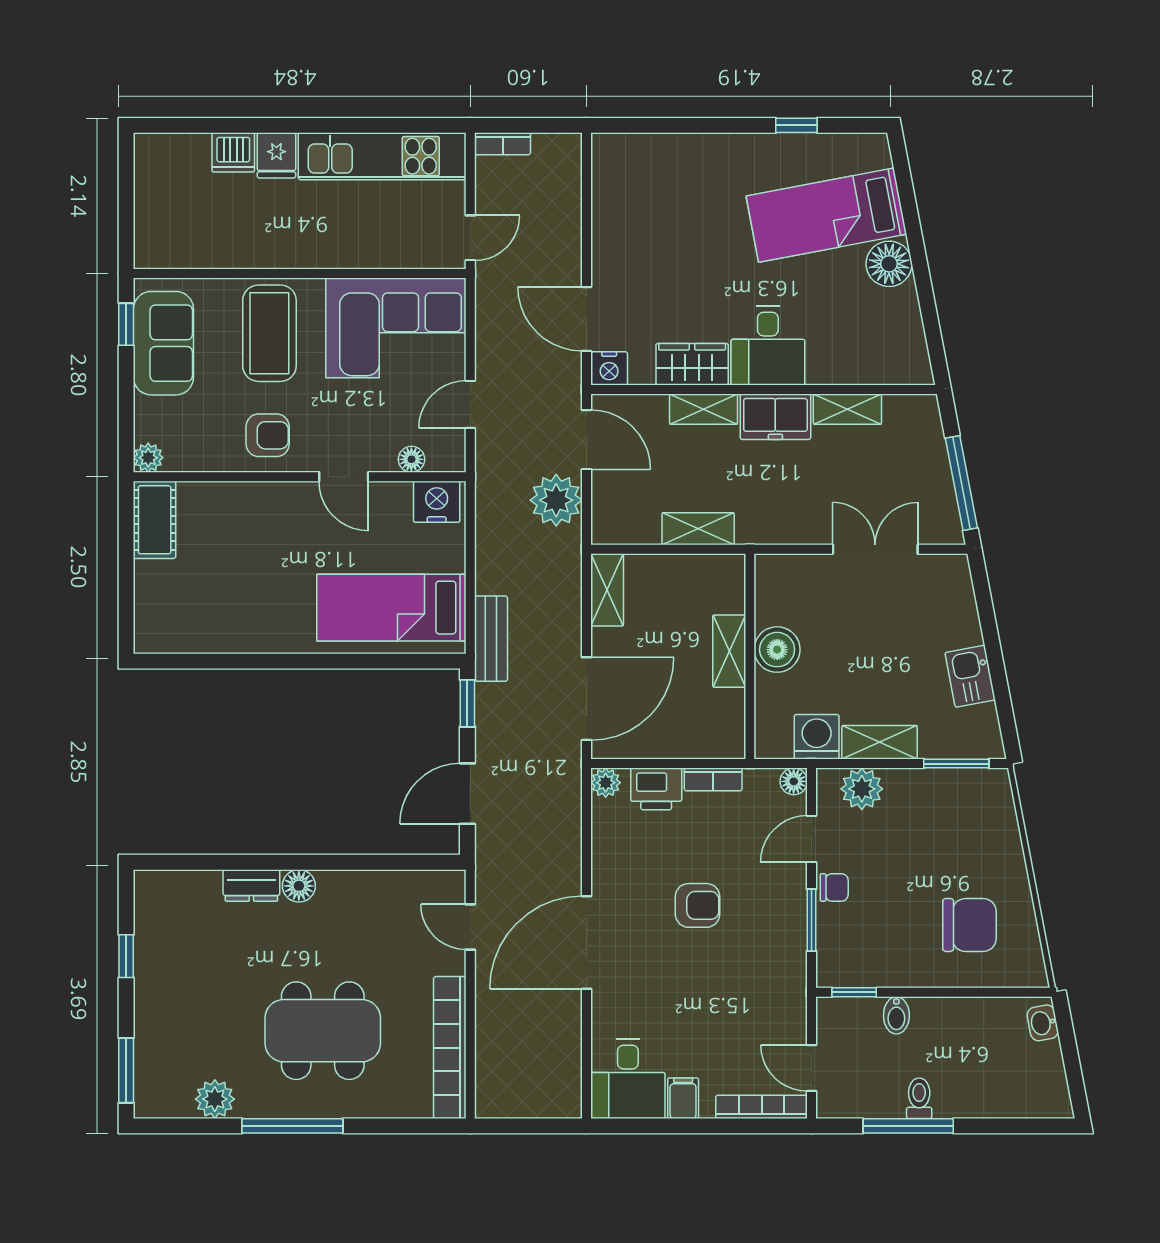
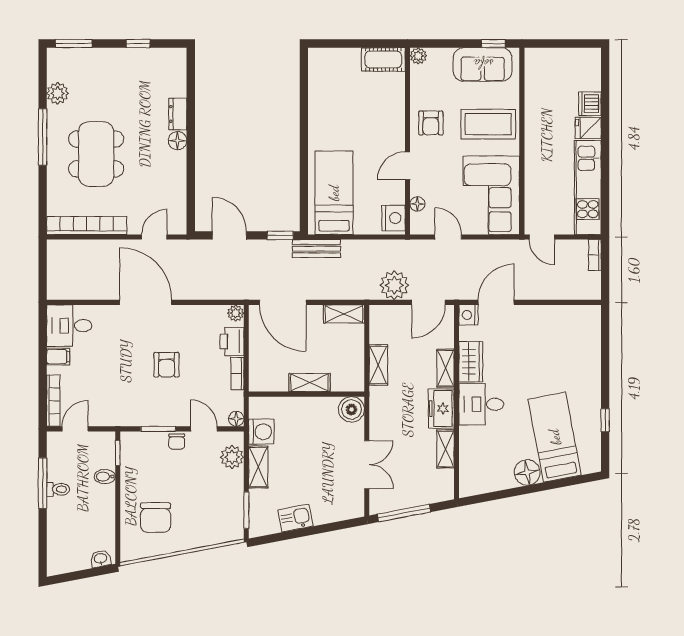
boiler: (777, 650) -> (351, 409), moved

